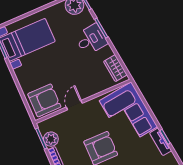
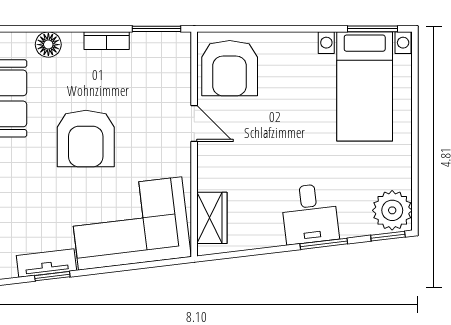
wardrobe: (115, 68) -> (212, 218), moved, turned 97
plant: (51, 139) -> (147, 47), removed

